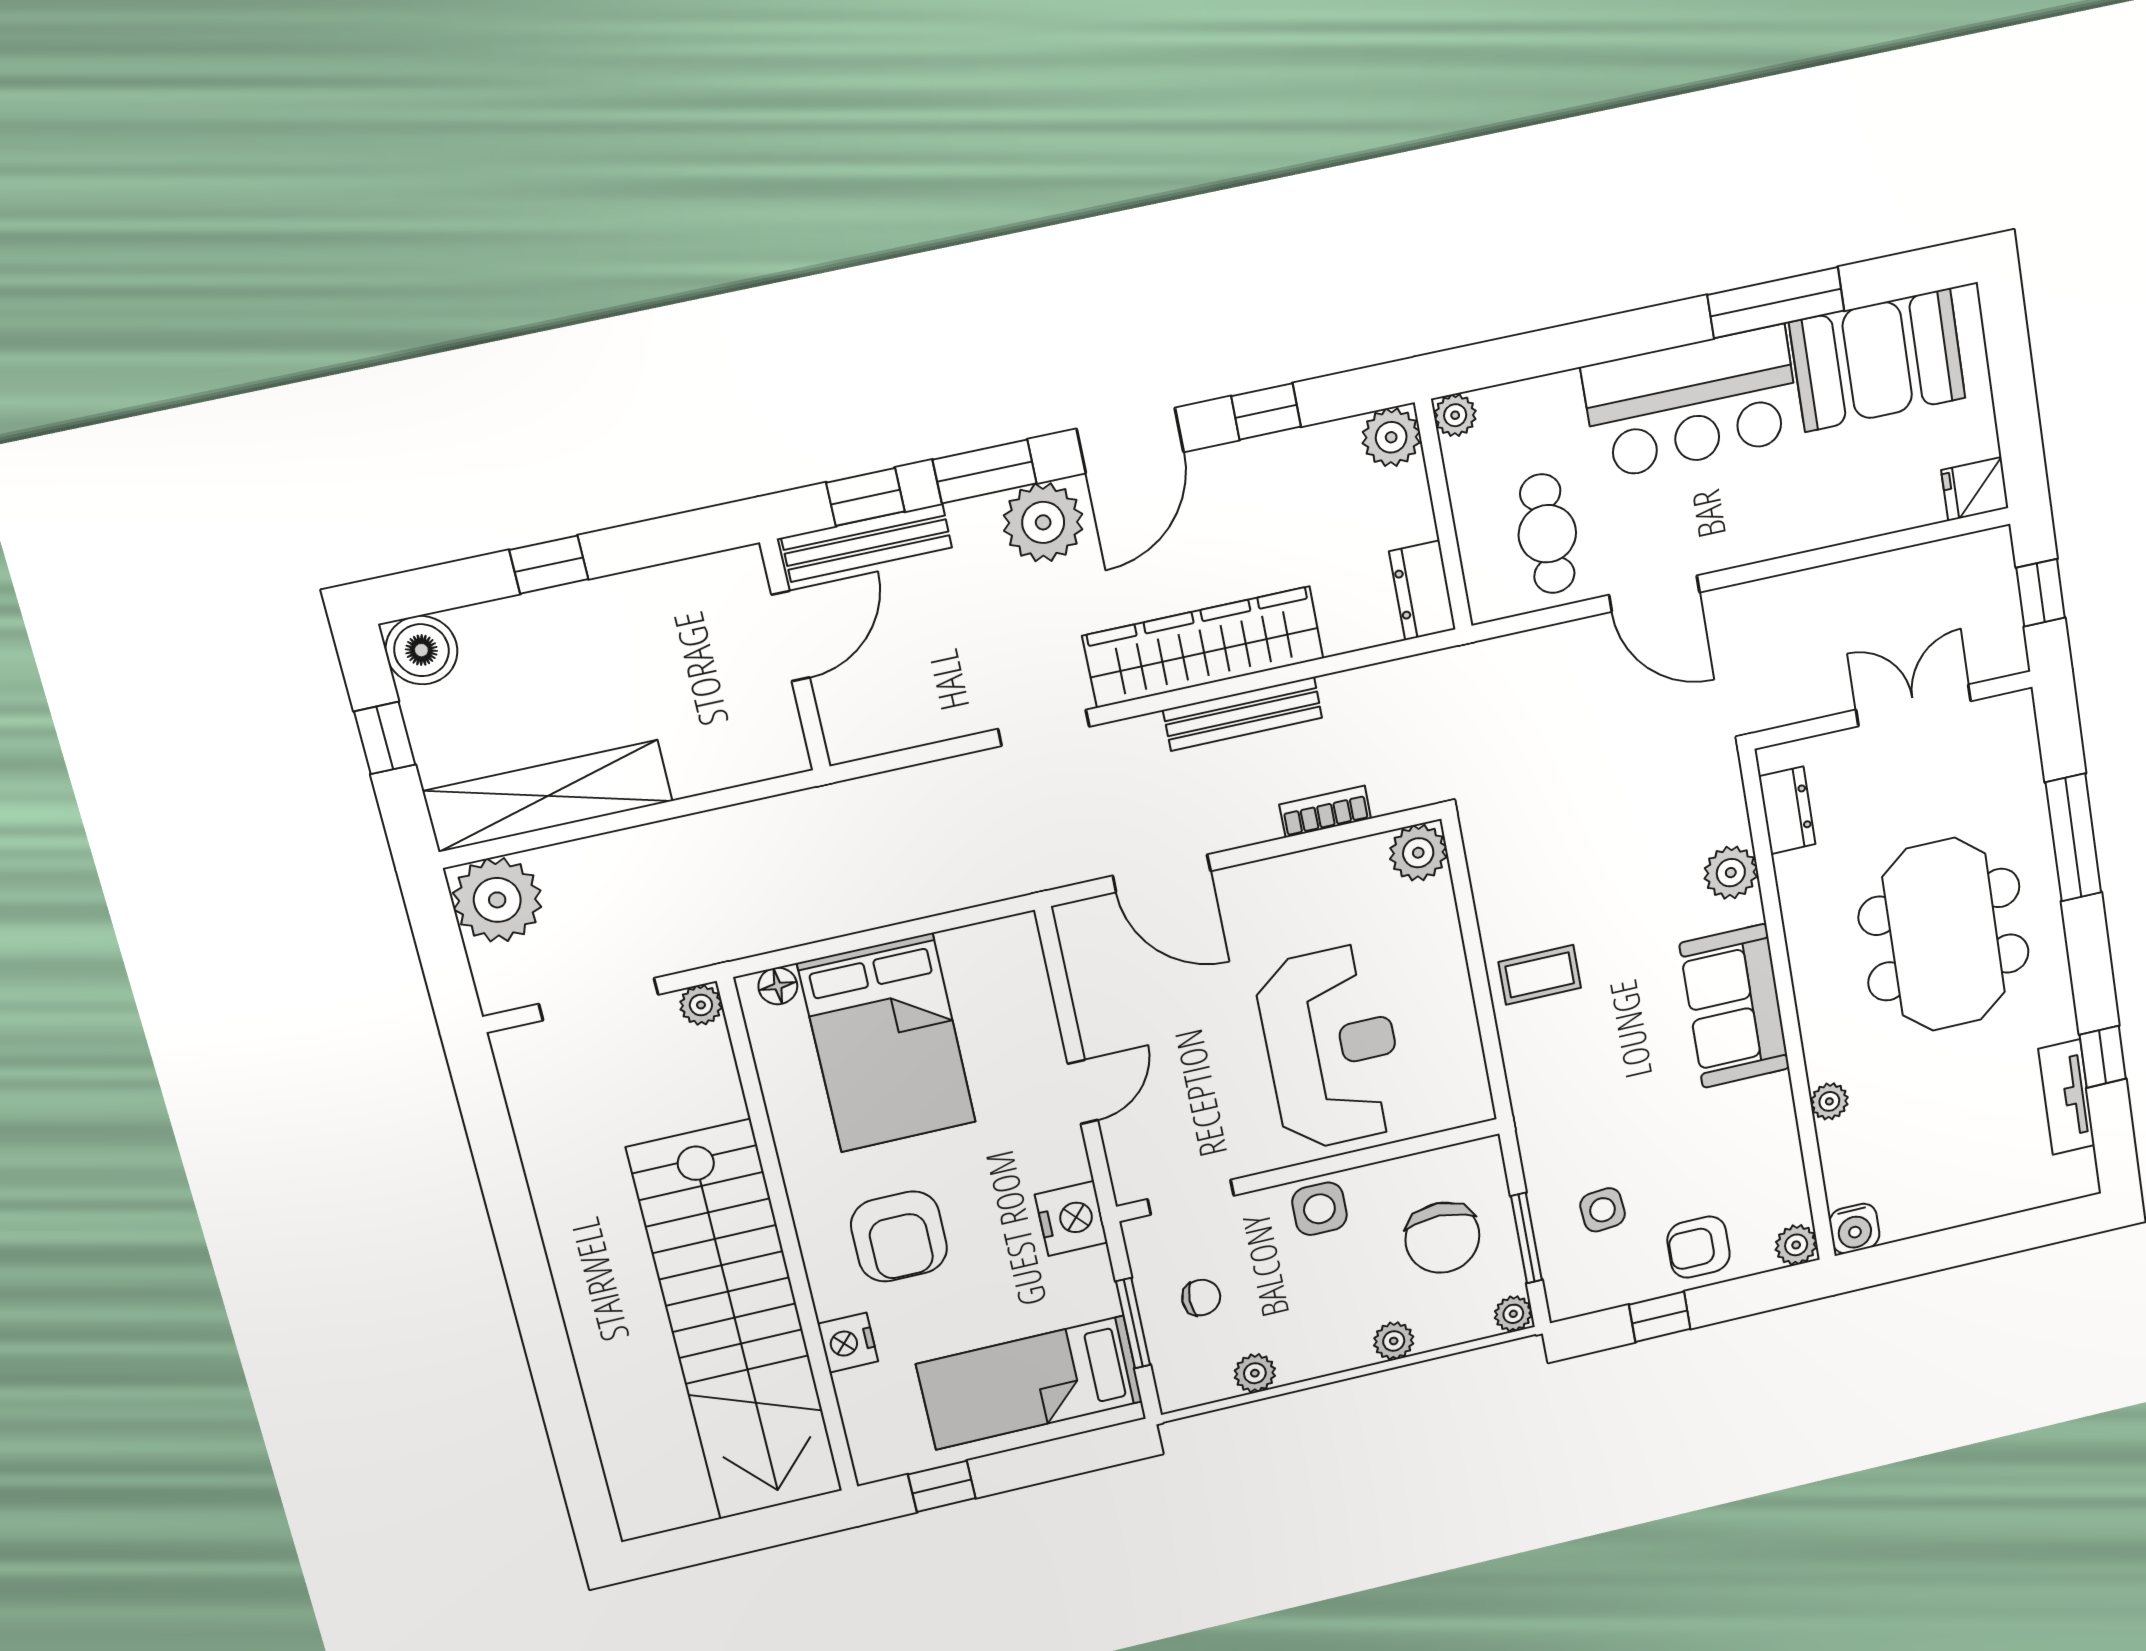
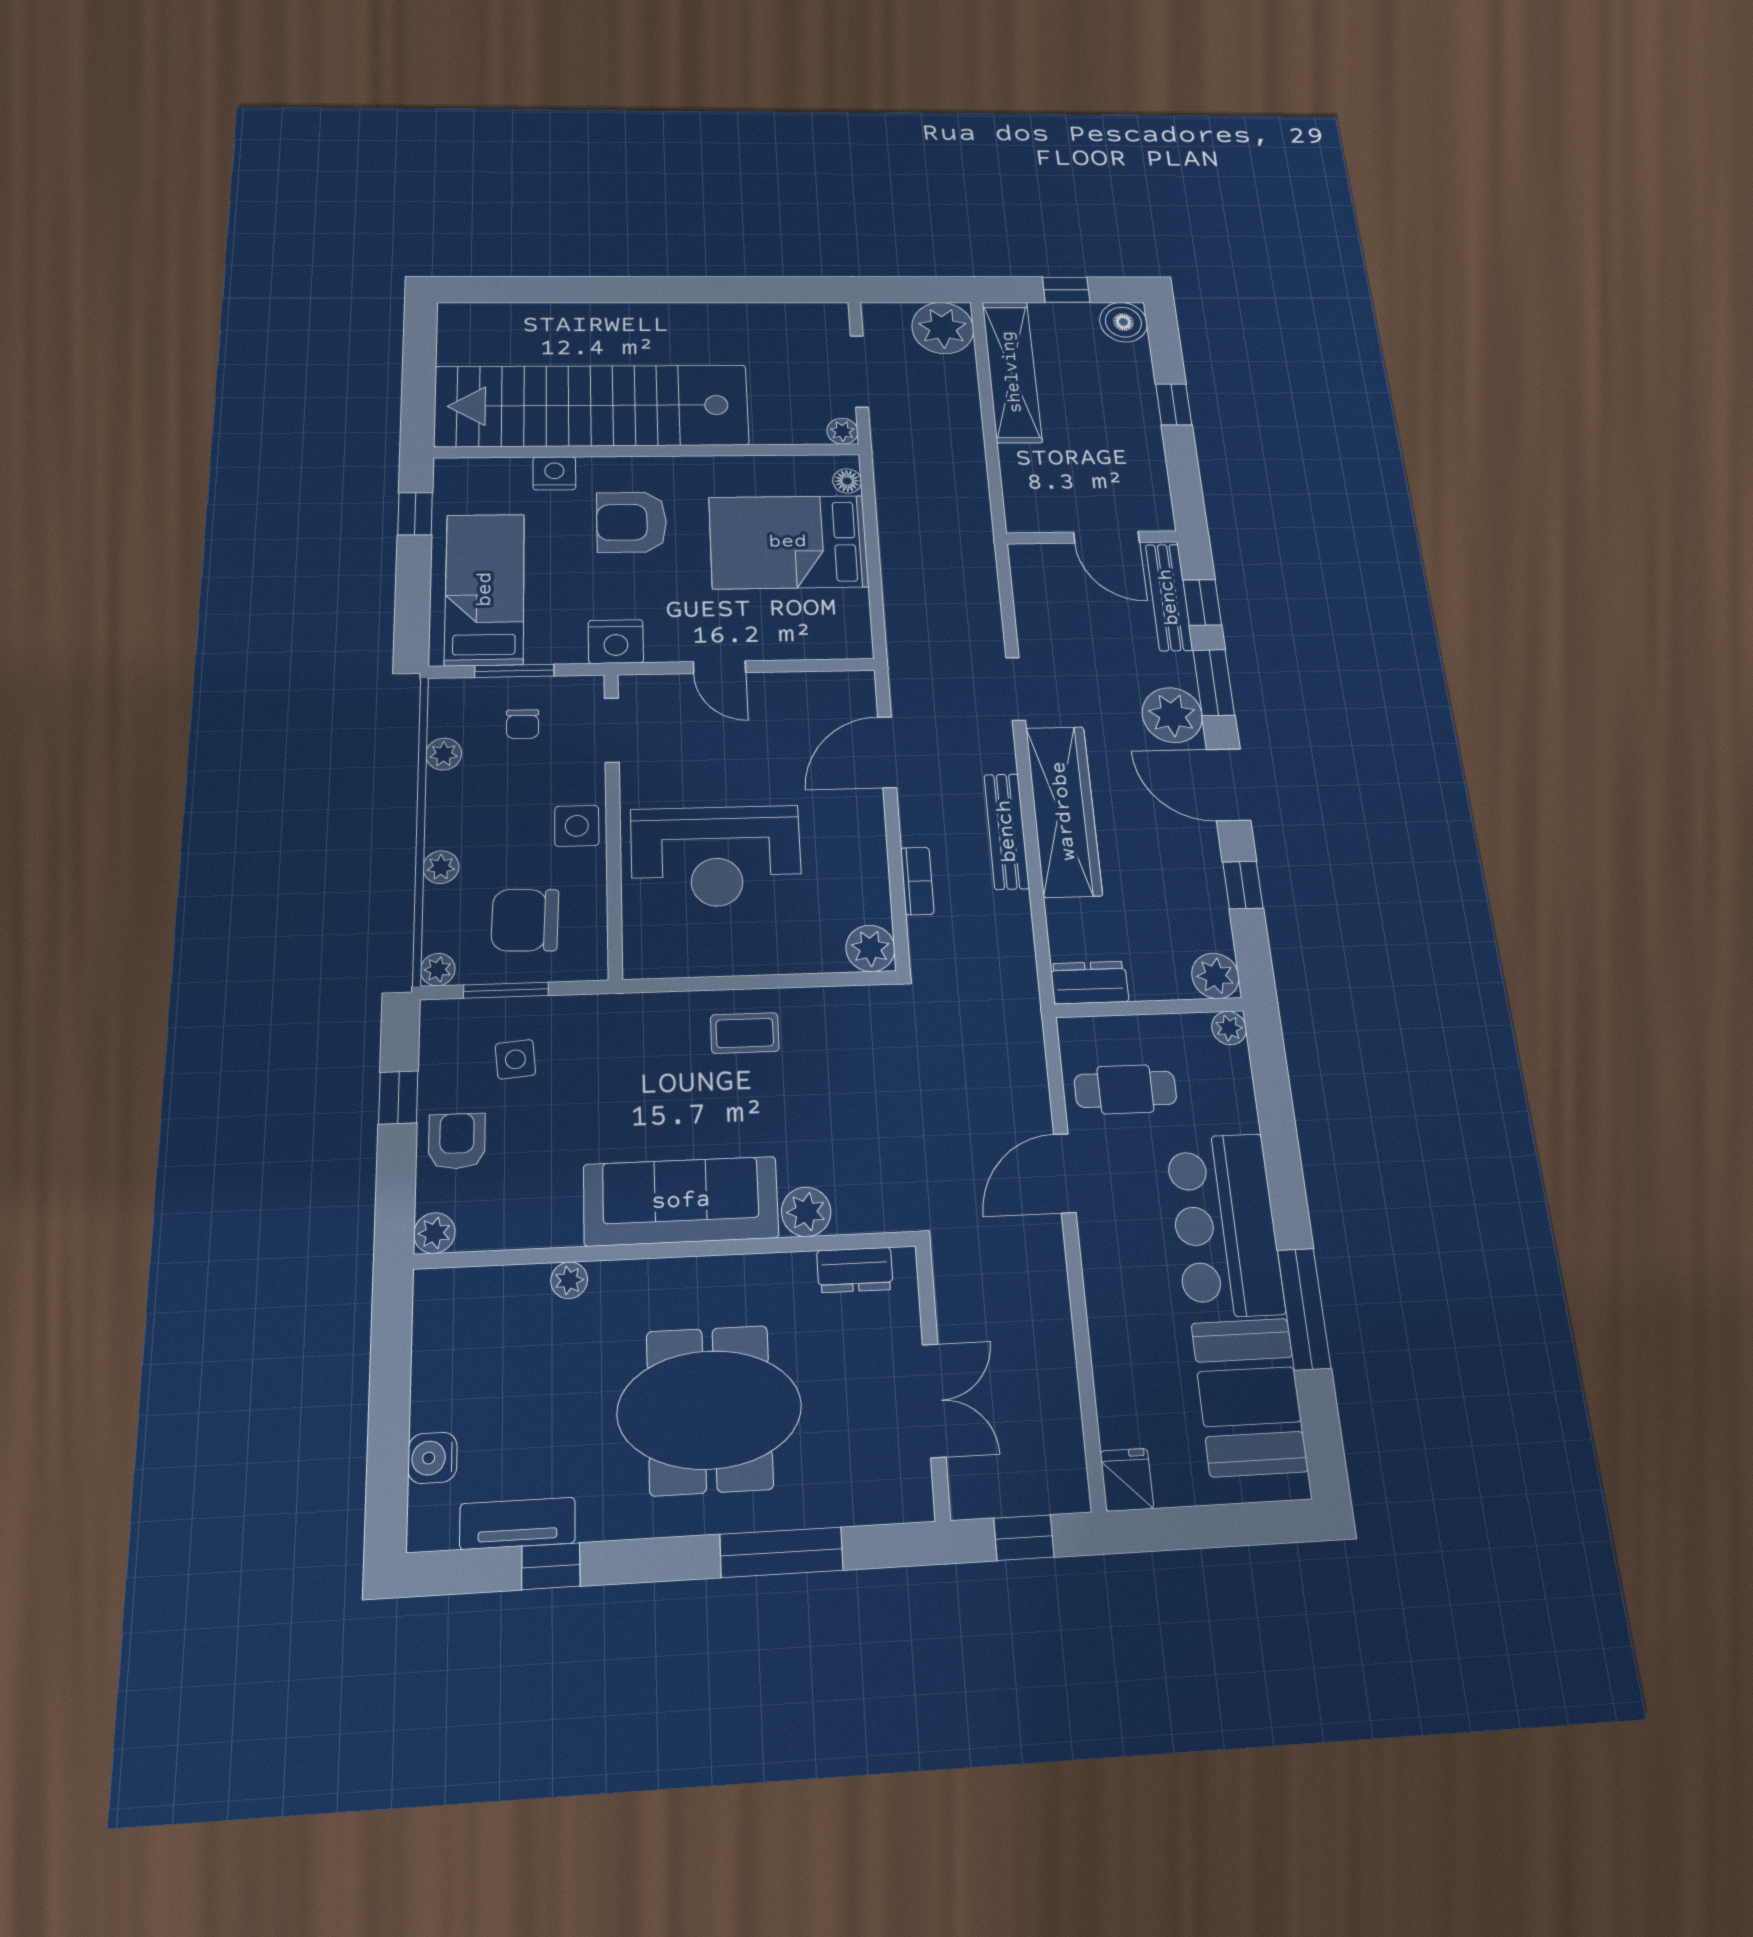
coffee table: (1540, 975) -> (745, 1033), turned 90
sofa: (1735, 1006) -> (681, 1201), width x1.36
water cooler: (1854, 1229) -> (432, 1458), moved

